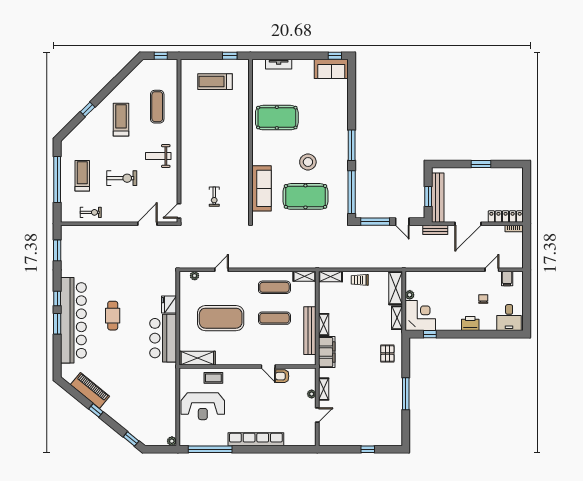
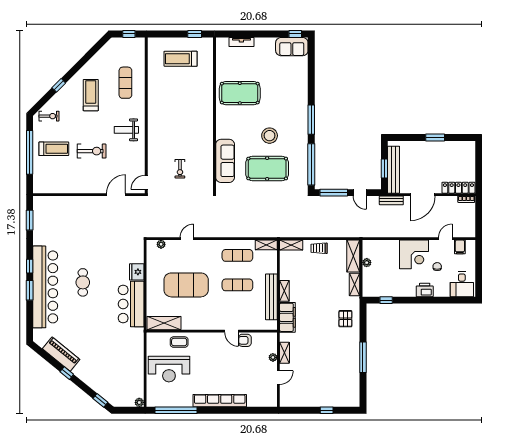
treadmill: (82, 176) -> (54, 149), turned 90
exercise bike: (91, 212) -> (49, 116), moved
corner desk: (420, 315) -> (414, 254), moved, turned 90

